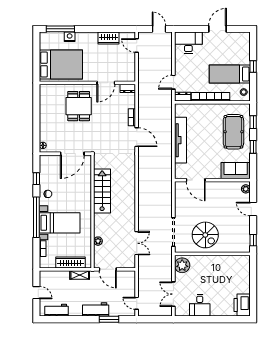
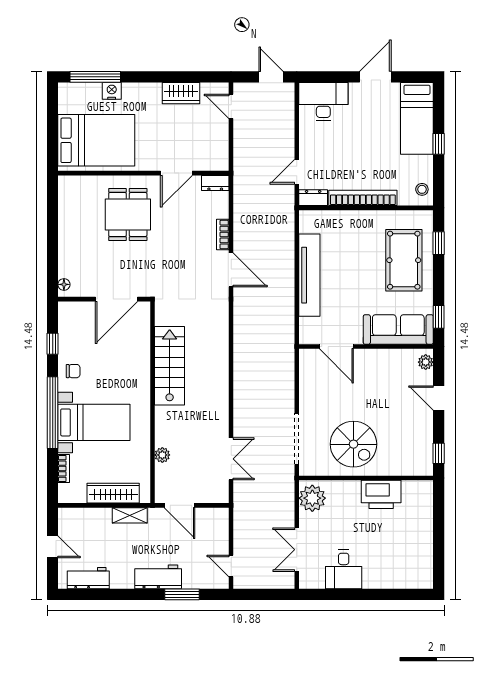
bed: (230, 74) -> (417, 118), moved, turned -90
window: (253, 147) -> (439, 317), moved
sofa: (236, 171) -> (398, 329), width x1.36
printer: (242, 305) -> (381, 494), moved, turned -90

